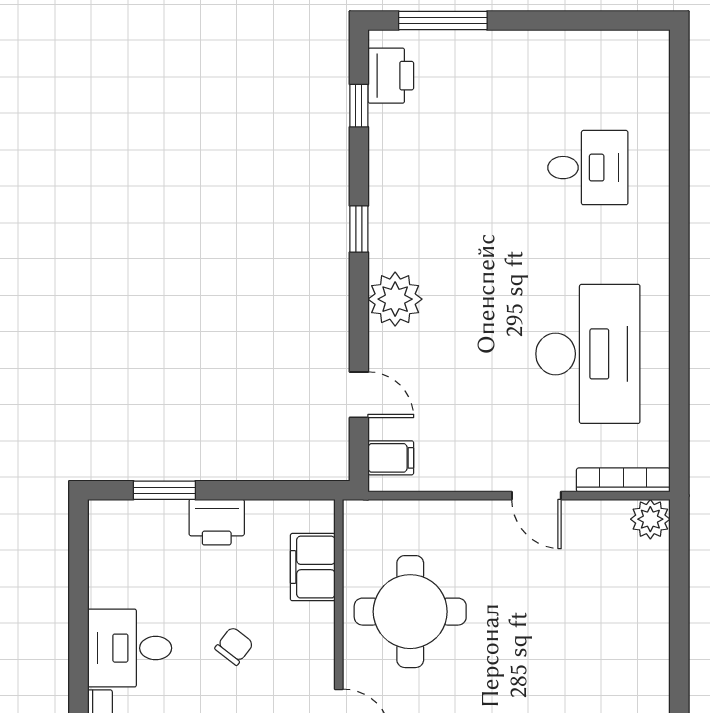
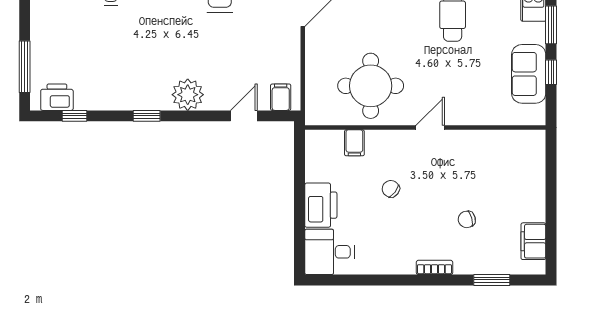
window: (164, 490) -> (300, 230), removed
printer: (217, 522) -> (321, 205), width x1.37, depth x1.19
filing cabinet: (313, 567) -> (354, 143), width x0.50
desk: (130, 648) -> (329, 252), moved, turned 90

